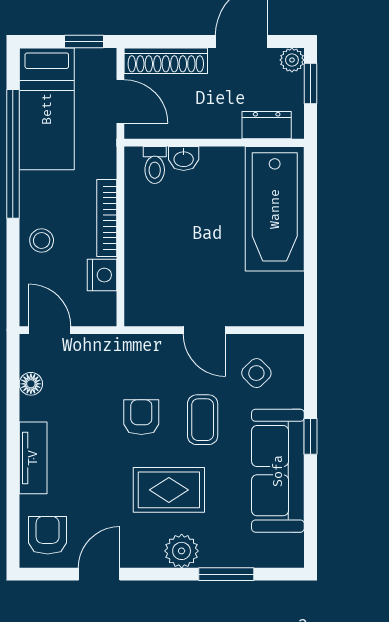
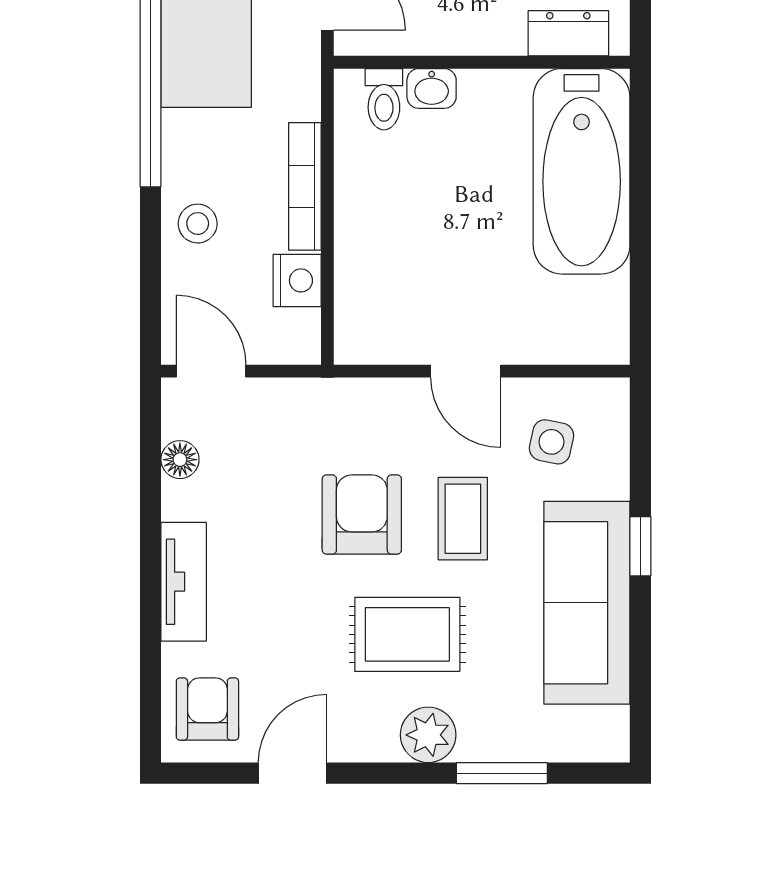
side table: (256, 373) -> (551, 442), turned -34
armchair: (141, 417) -> (362, 515), width x1.38, depth x1.38

